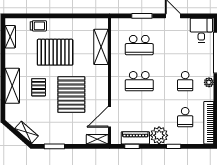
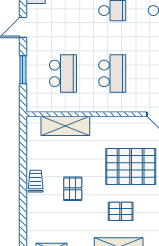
trolley: (38, 26) -> (36, 181), moved
pallet: (55, 52) -> (73, 189), width x0.49, depth x0.50

